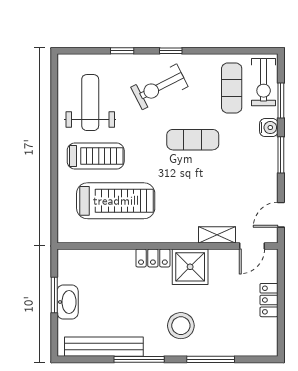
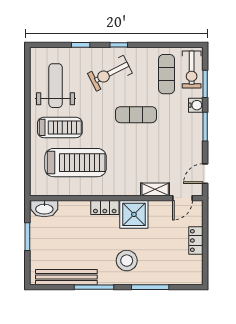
washbasin: (68, 302) -> (44, 209), moved, turned 90

